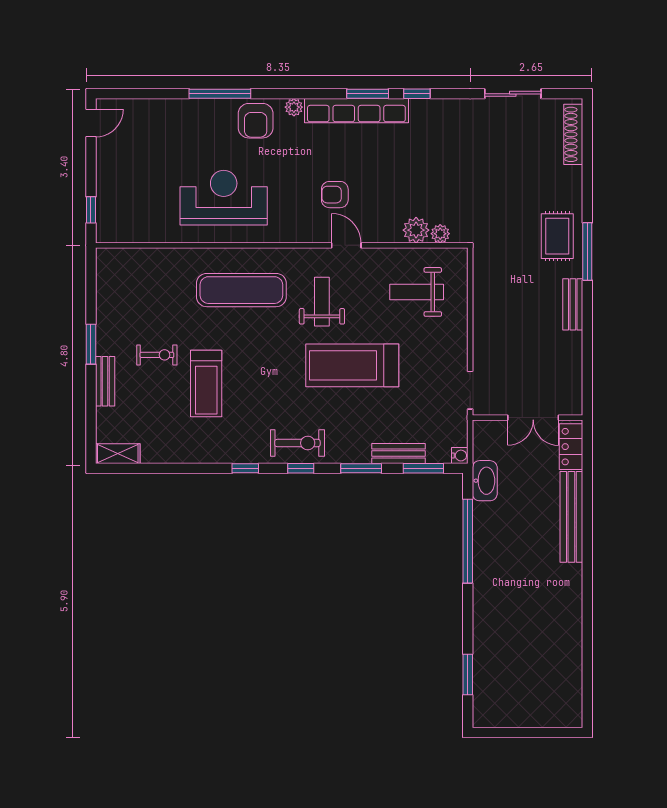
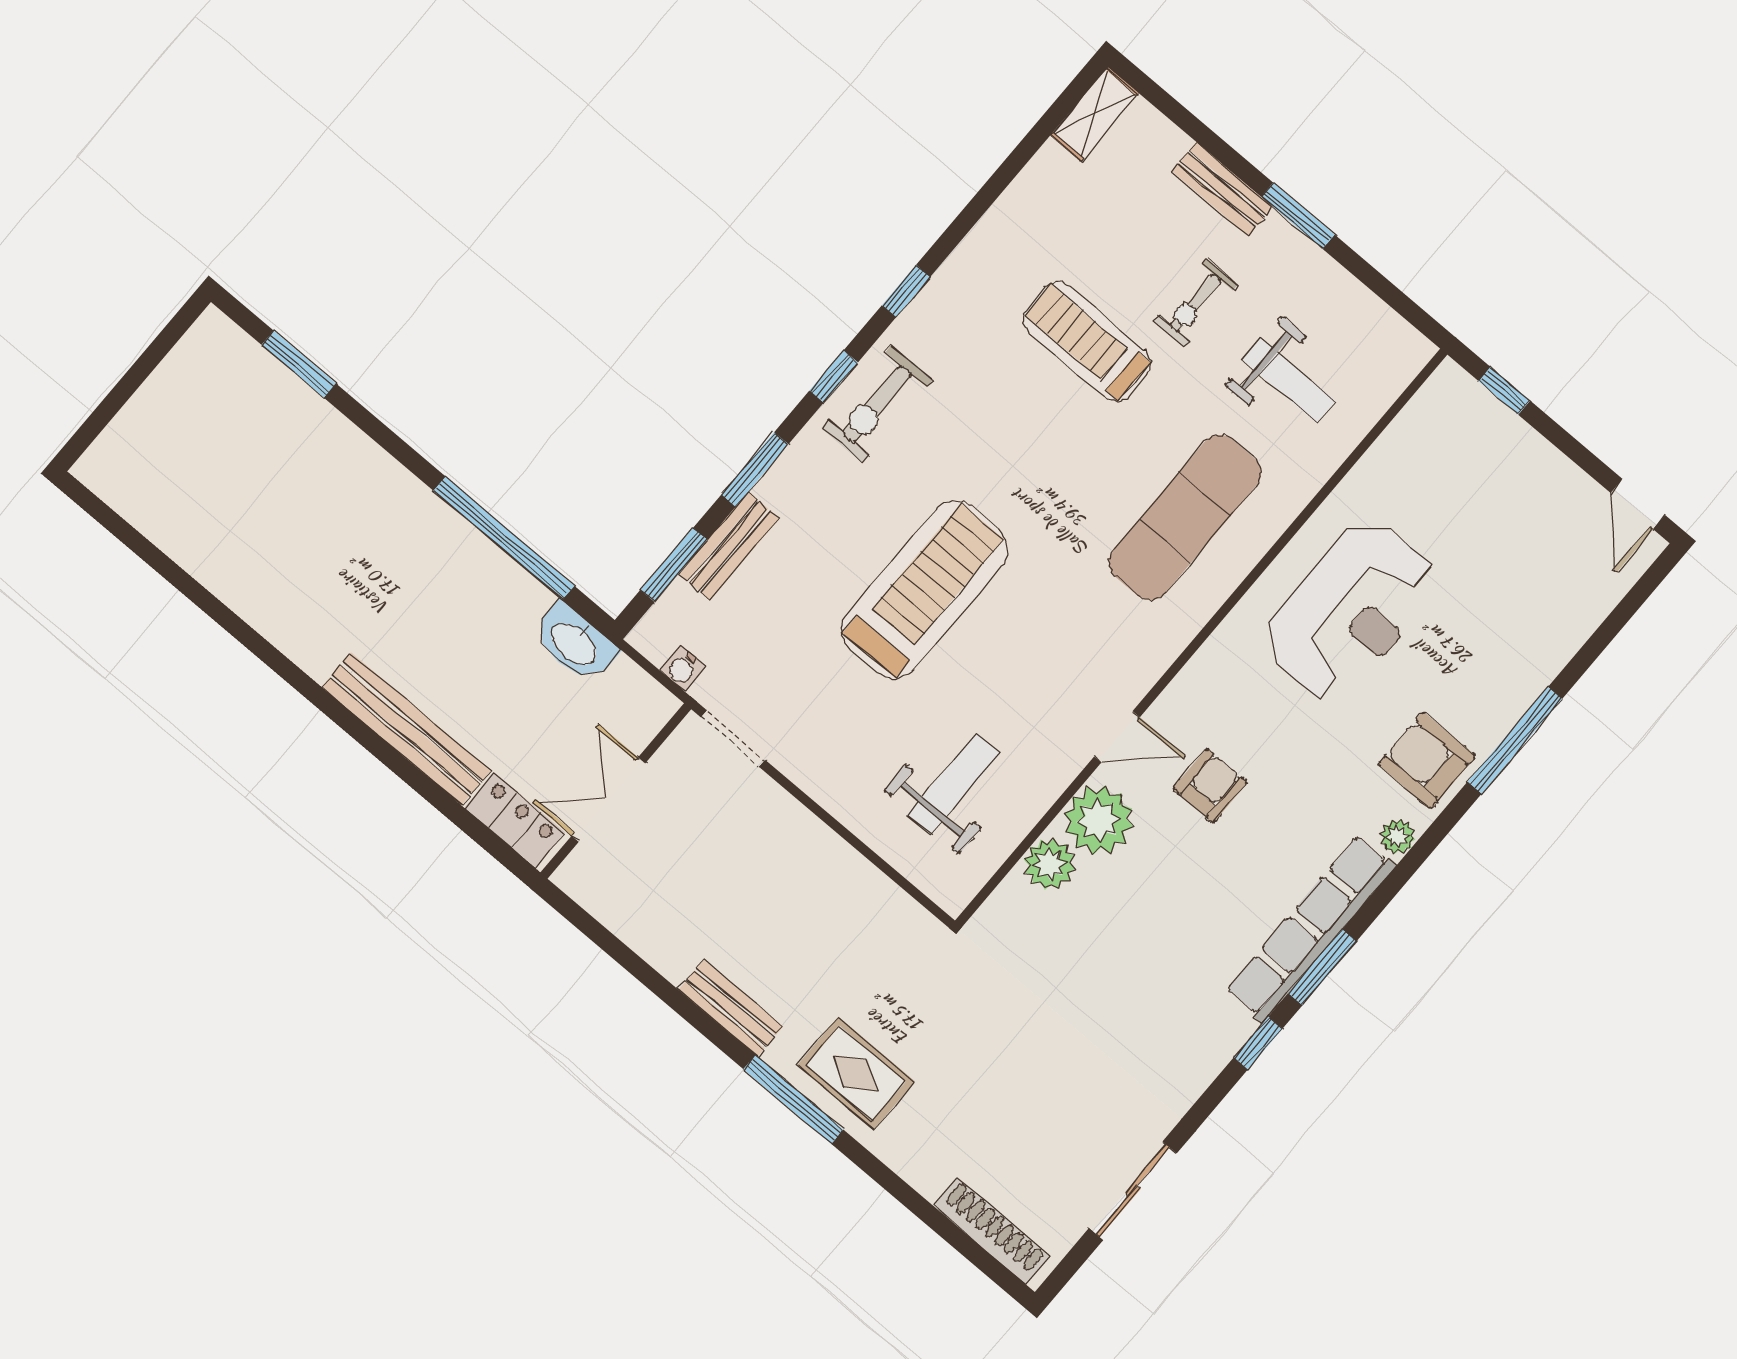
plant: (440, 234) -> (1099, 820), moved, width x1.87, depth x1.87
weight bench: (322, 302) -> (1289, 380), moved
water cooler: (460, 456) -> (683, 668), moved

